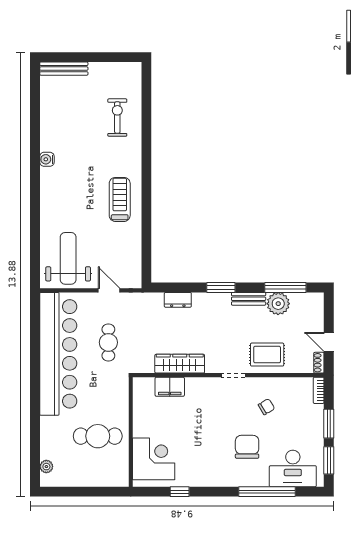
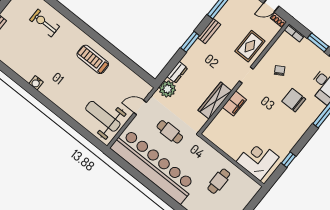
plant: (278, 304) -> (167, 89), moved
filing cabinet: (170, 387) -> (234, 103), moved
cafe table: (98, 436) -> (219, 181), width x0.73, depth x0.74

